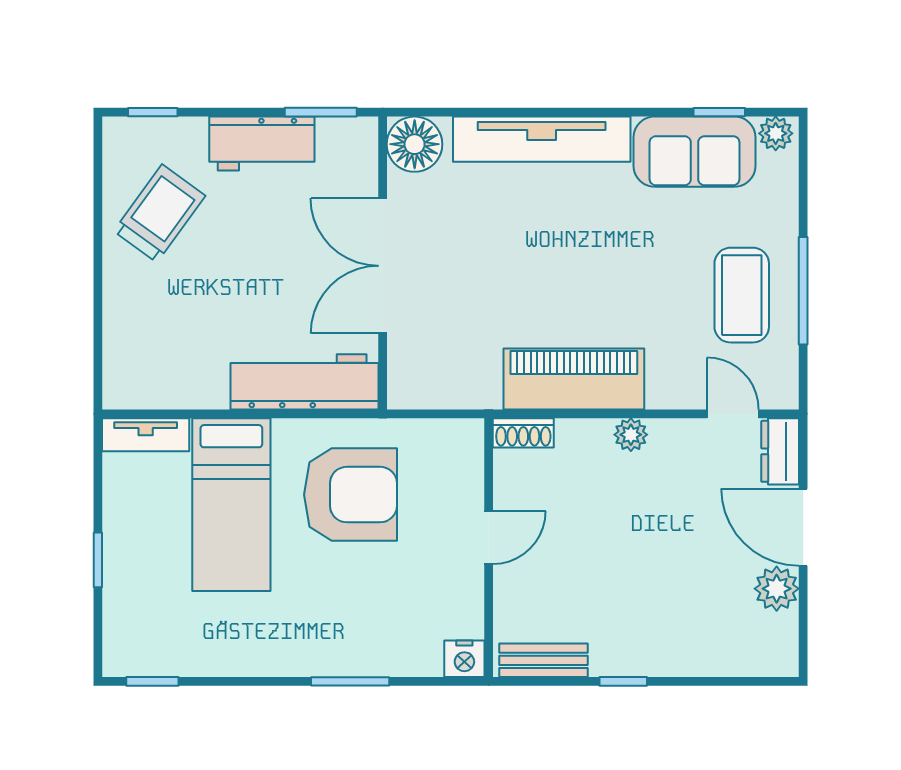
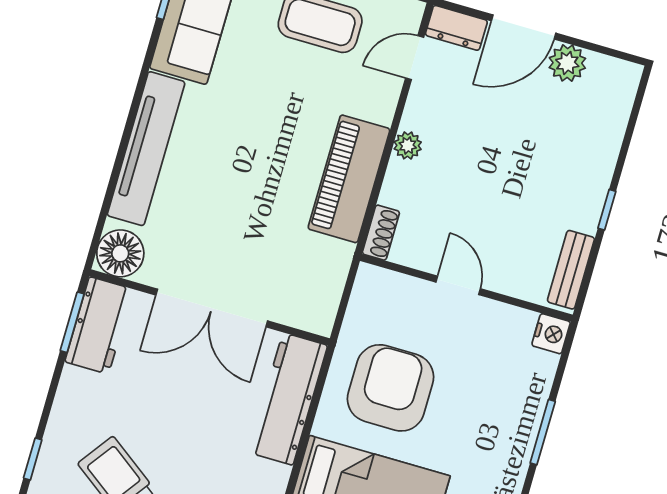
workbench: (262, 144) -> (99, 325), moved

